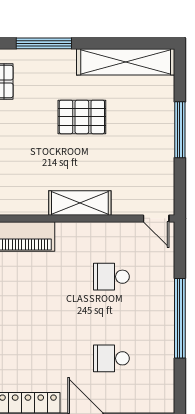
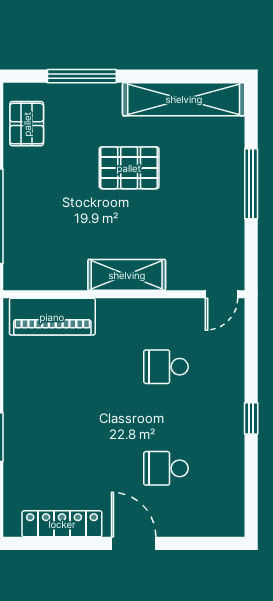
door: (156, 218) -> (222, 294), hinge flipped
window: (180, 318) -> (251, 418), width x0.32

